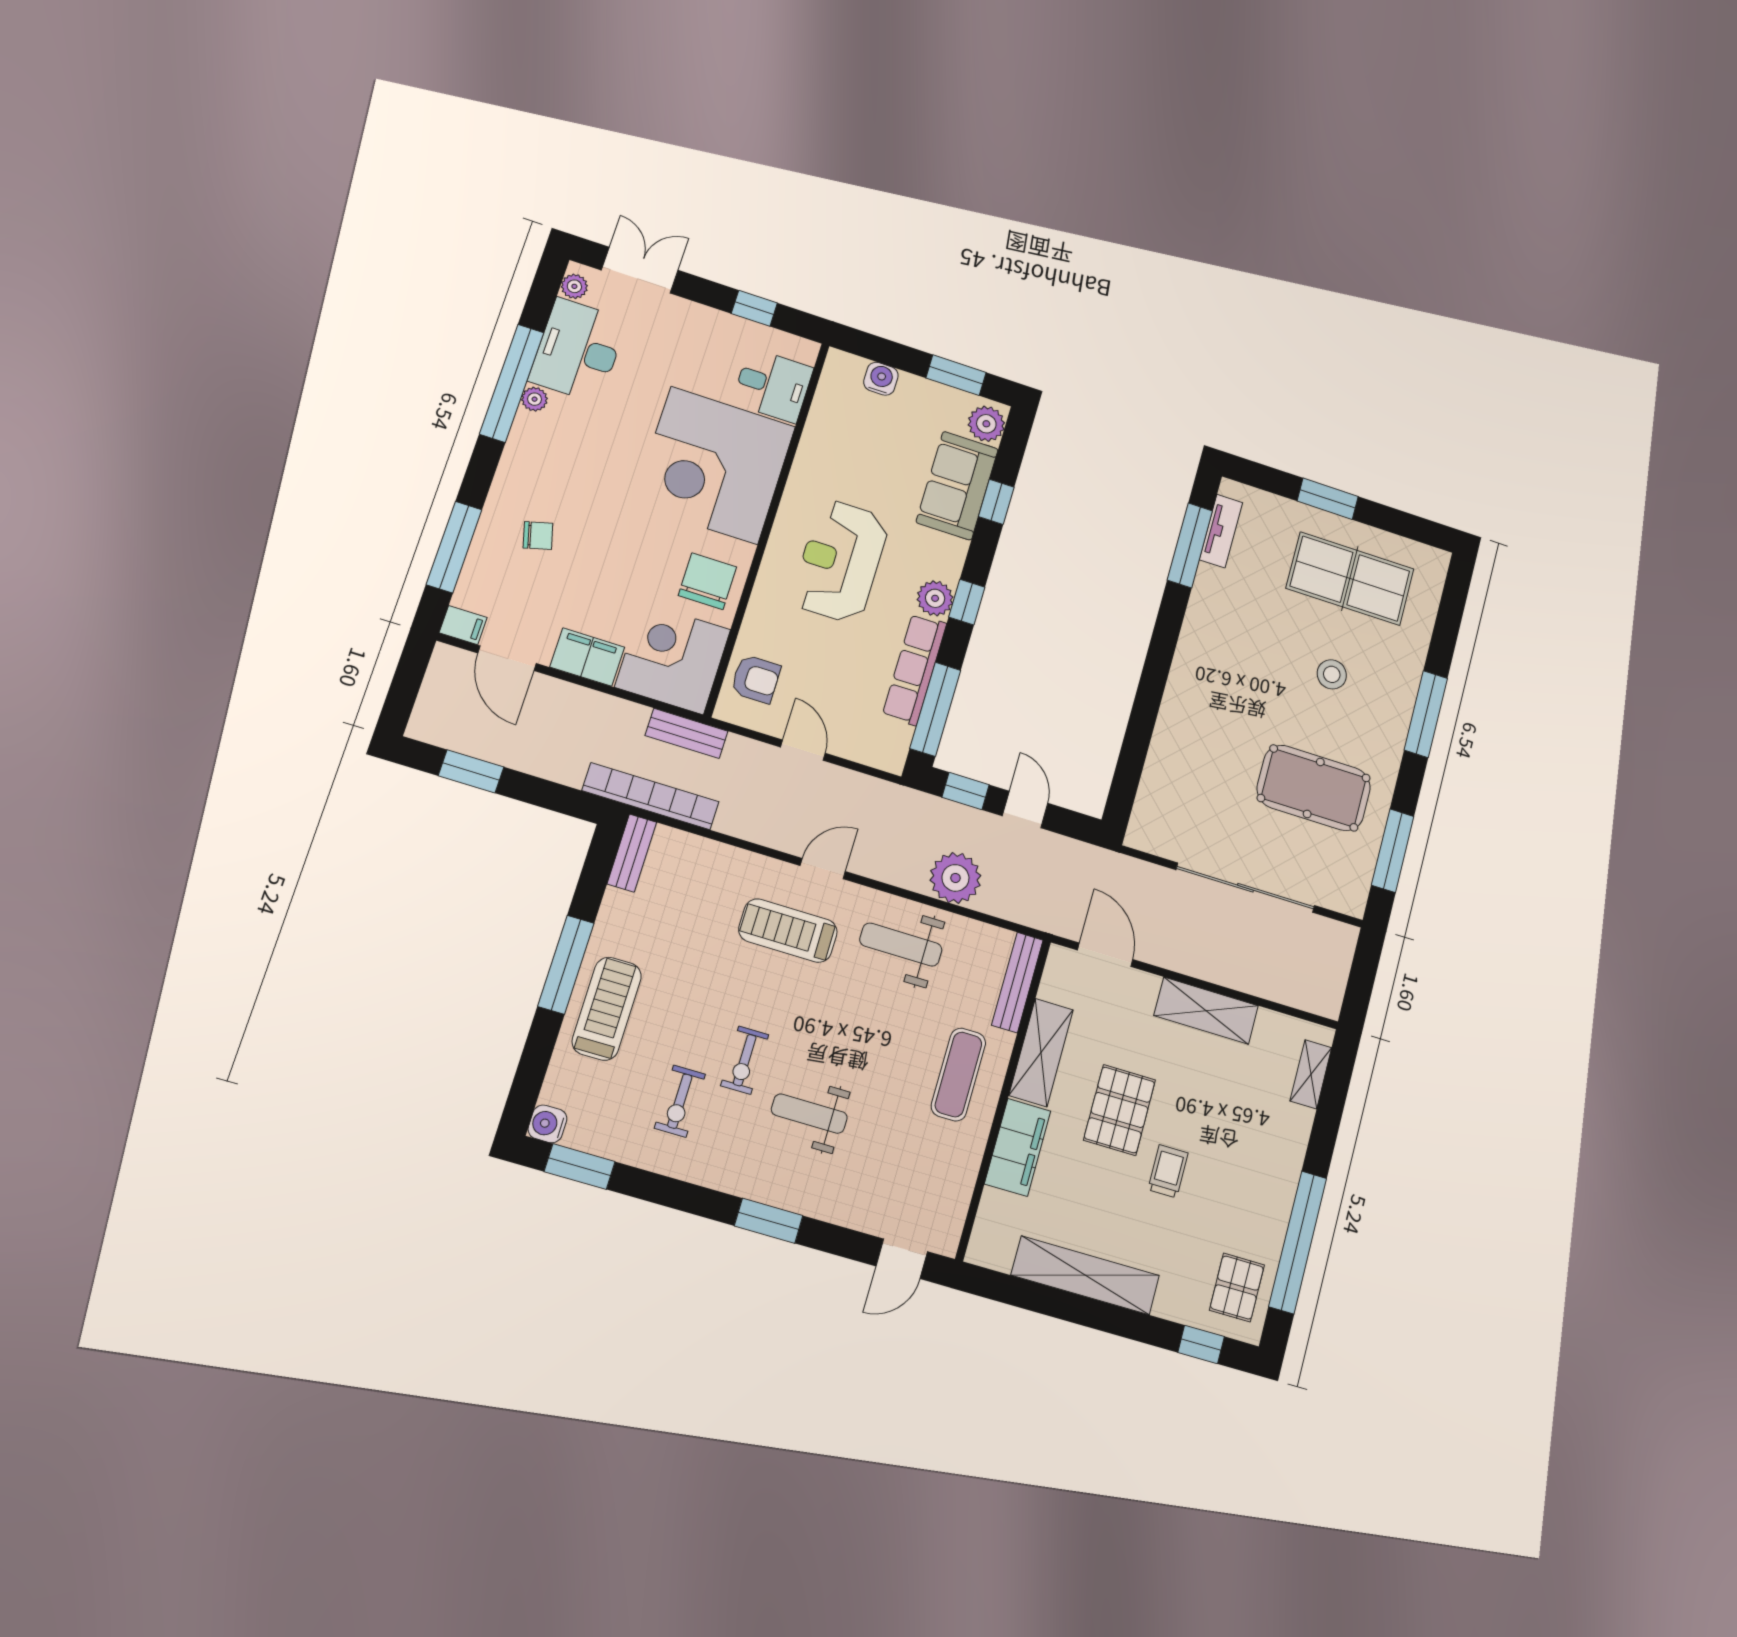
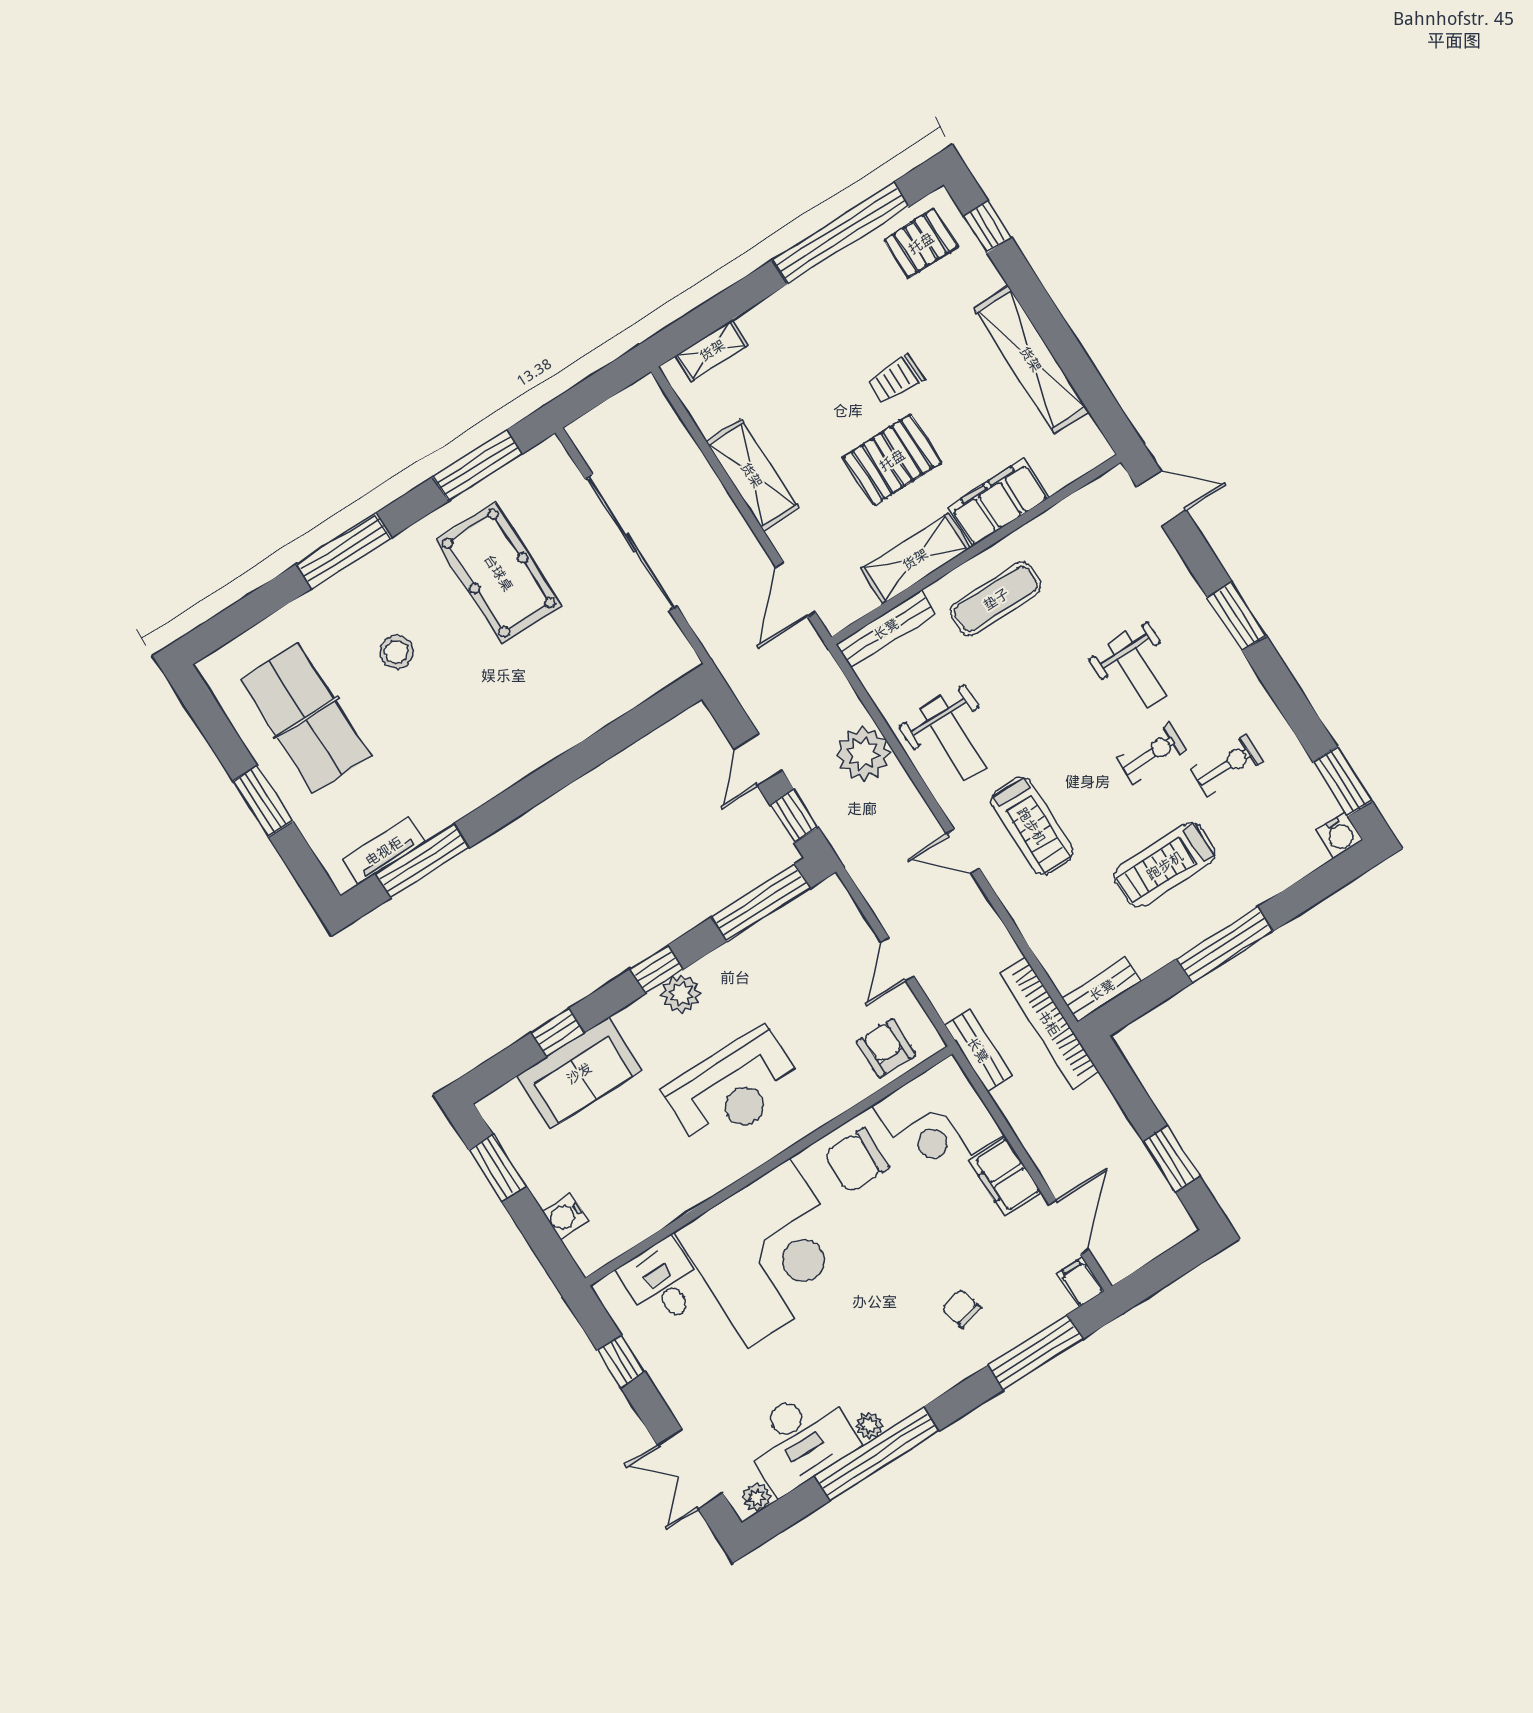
plant: (986, 424) -> (508, 1106), removed
row of seats: (915, 669) -> (749, 950), removed
treadmill: (607, 1009) -> (1165, 865), moved

